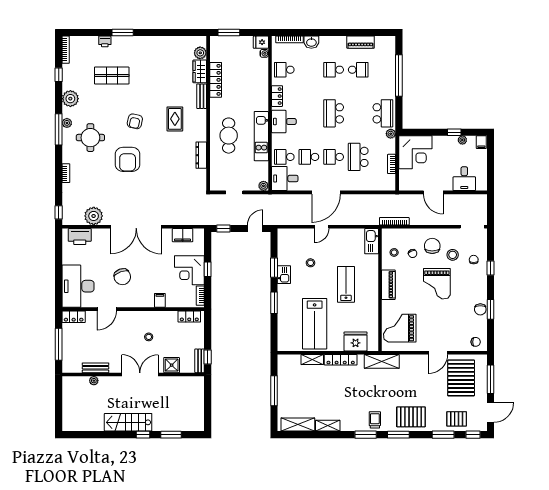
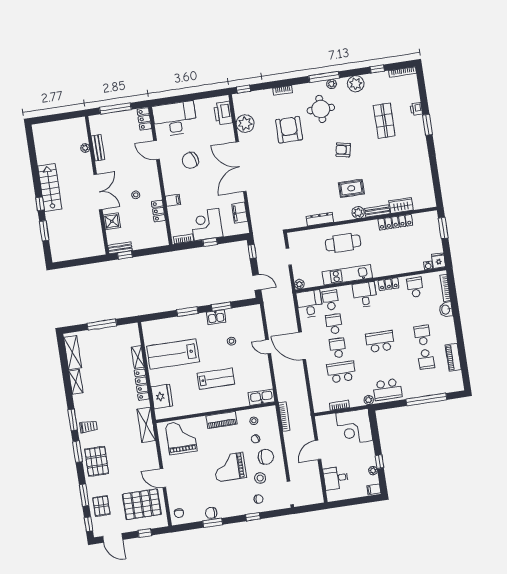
plant: (200, 53) -> (358, 212), moved
armchair: (128, 159) -> (289, 130), moved, turned 90
locker: (189, 317) -> (158, 211), moved
window: (491, 379) -> (145, 533), width x0.46

